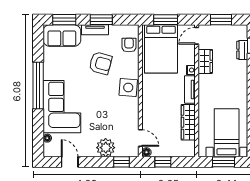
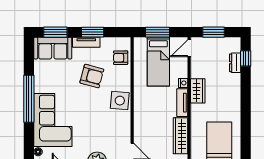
armchair: (129, 45) -> (121, 58), turned -90
bed: (161, 49) -> (158, 62), width x0.67
wardrobe: (205, 61) -> (198, 91), moved

